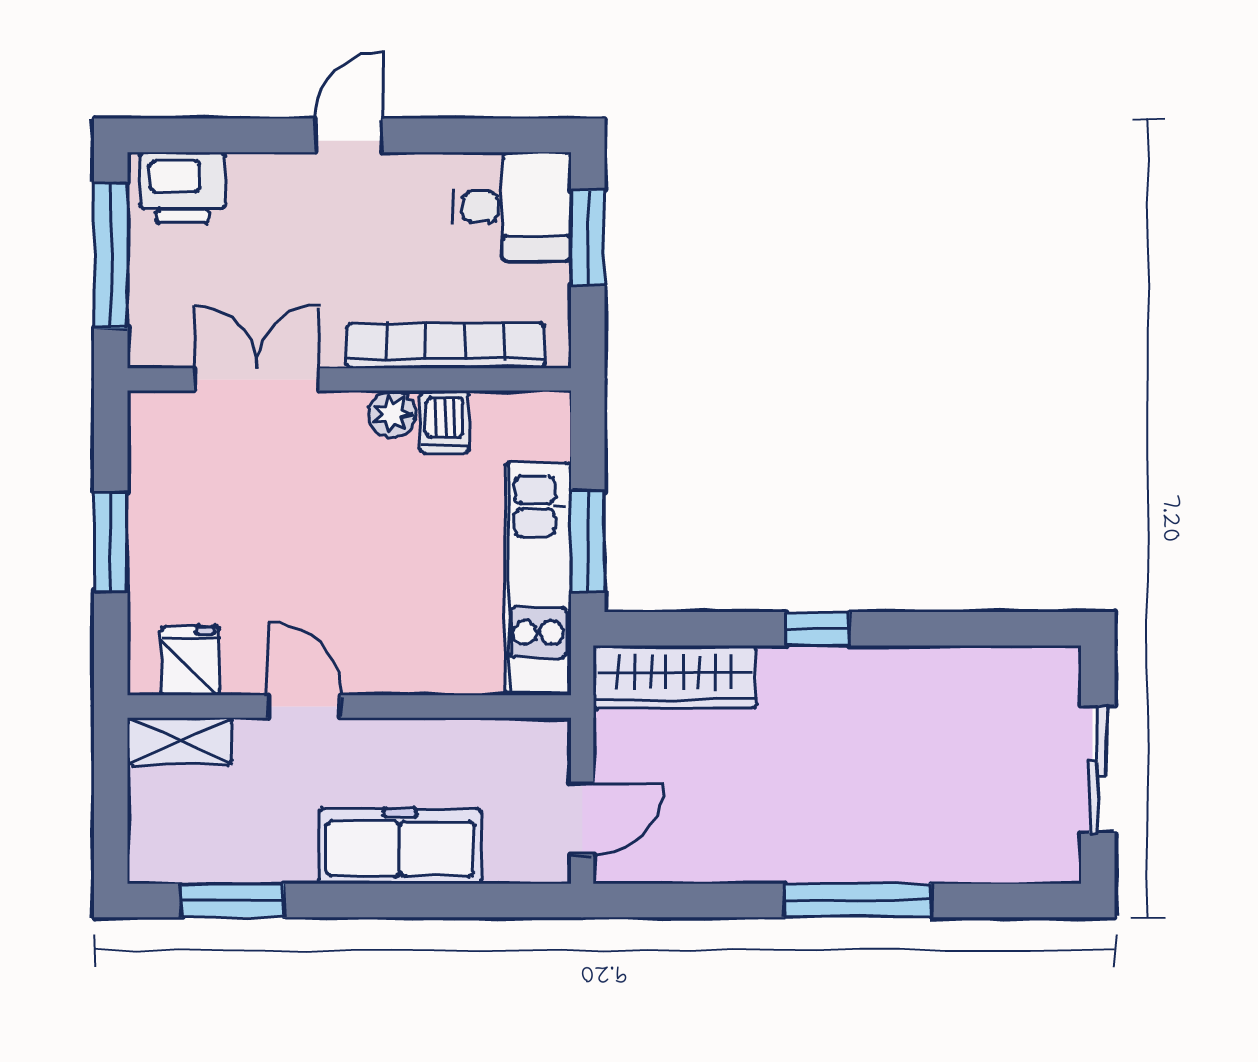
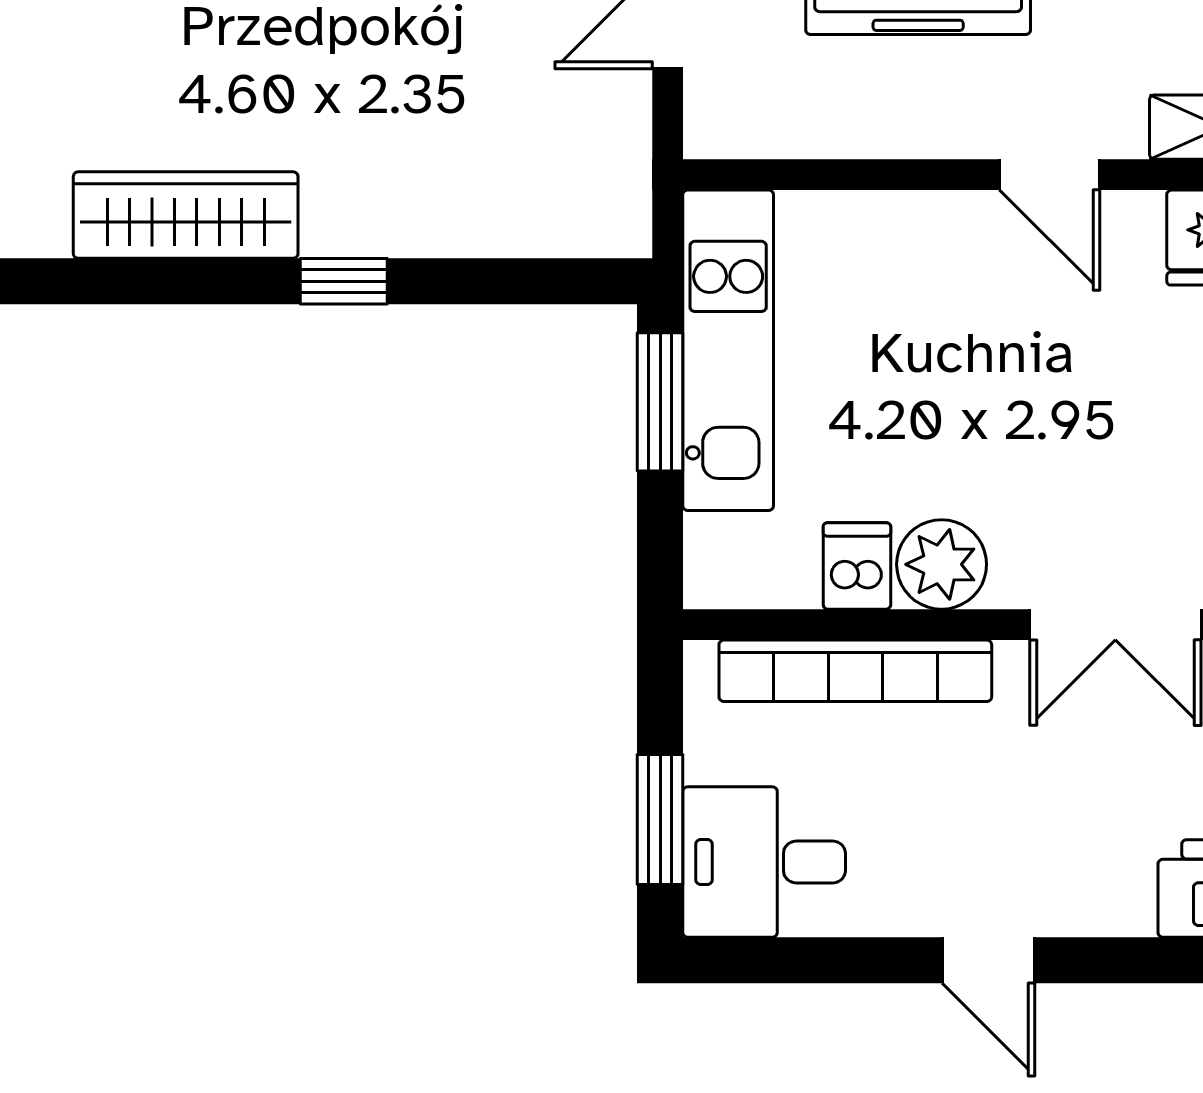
door: (349, 135) -> (988, 960), hinge flipped
plant: (392, 414) -> (942, 564), width x1.38, depth x1.38
wardrobe: (675, 677) -> (186, 215), moved

